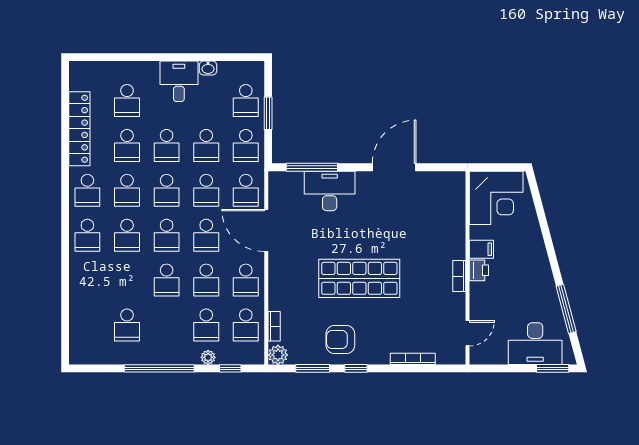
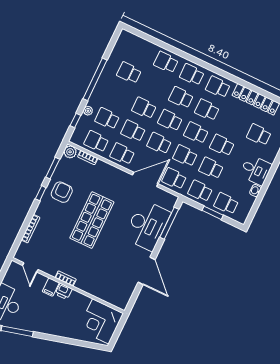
school desk: (127, 145) -> (166, 62), moved
desk: (330, 191) -> (147, 225), width x1.36, depth x1.30
filing cabinet: (481, 249) -> (51, 287), moved

